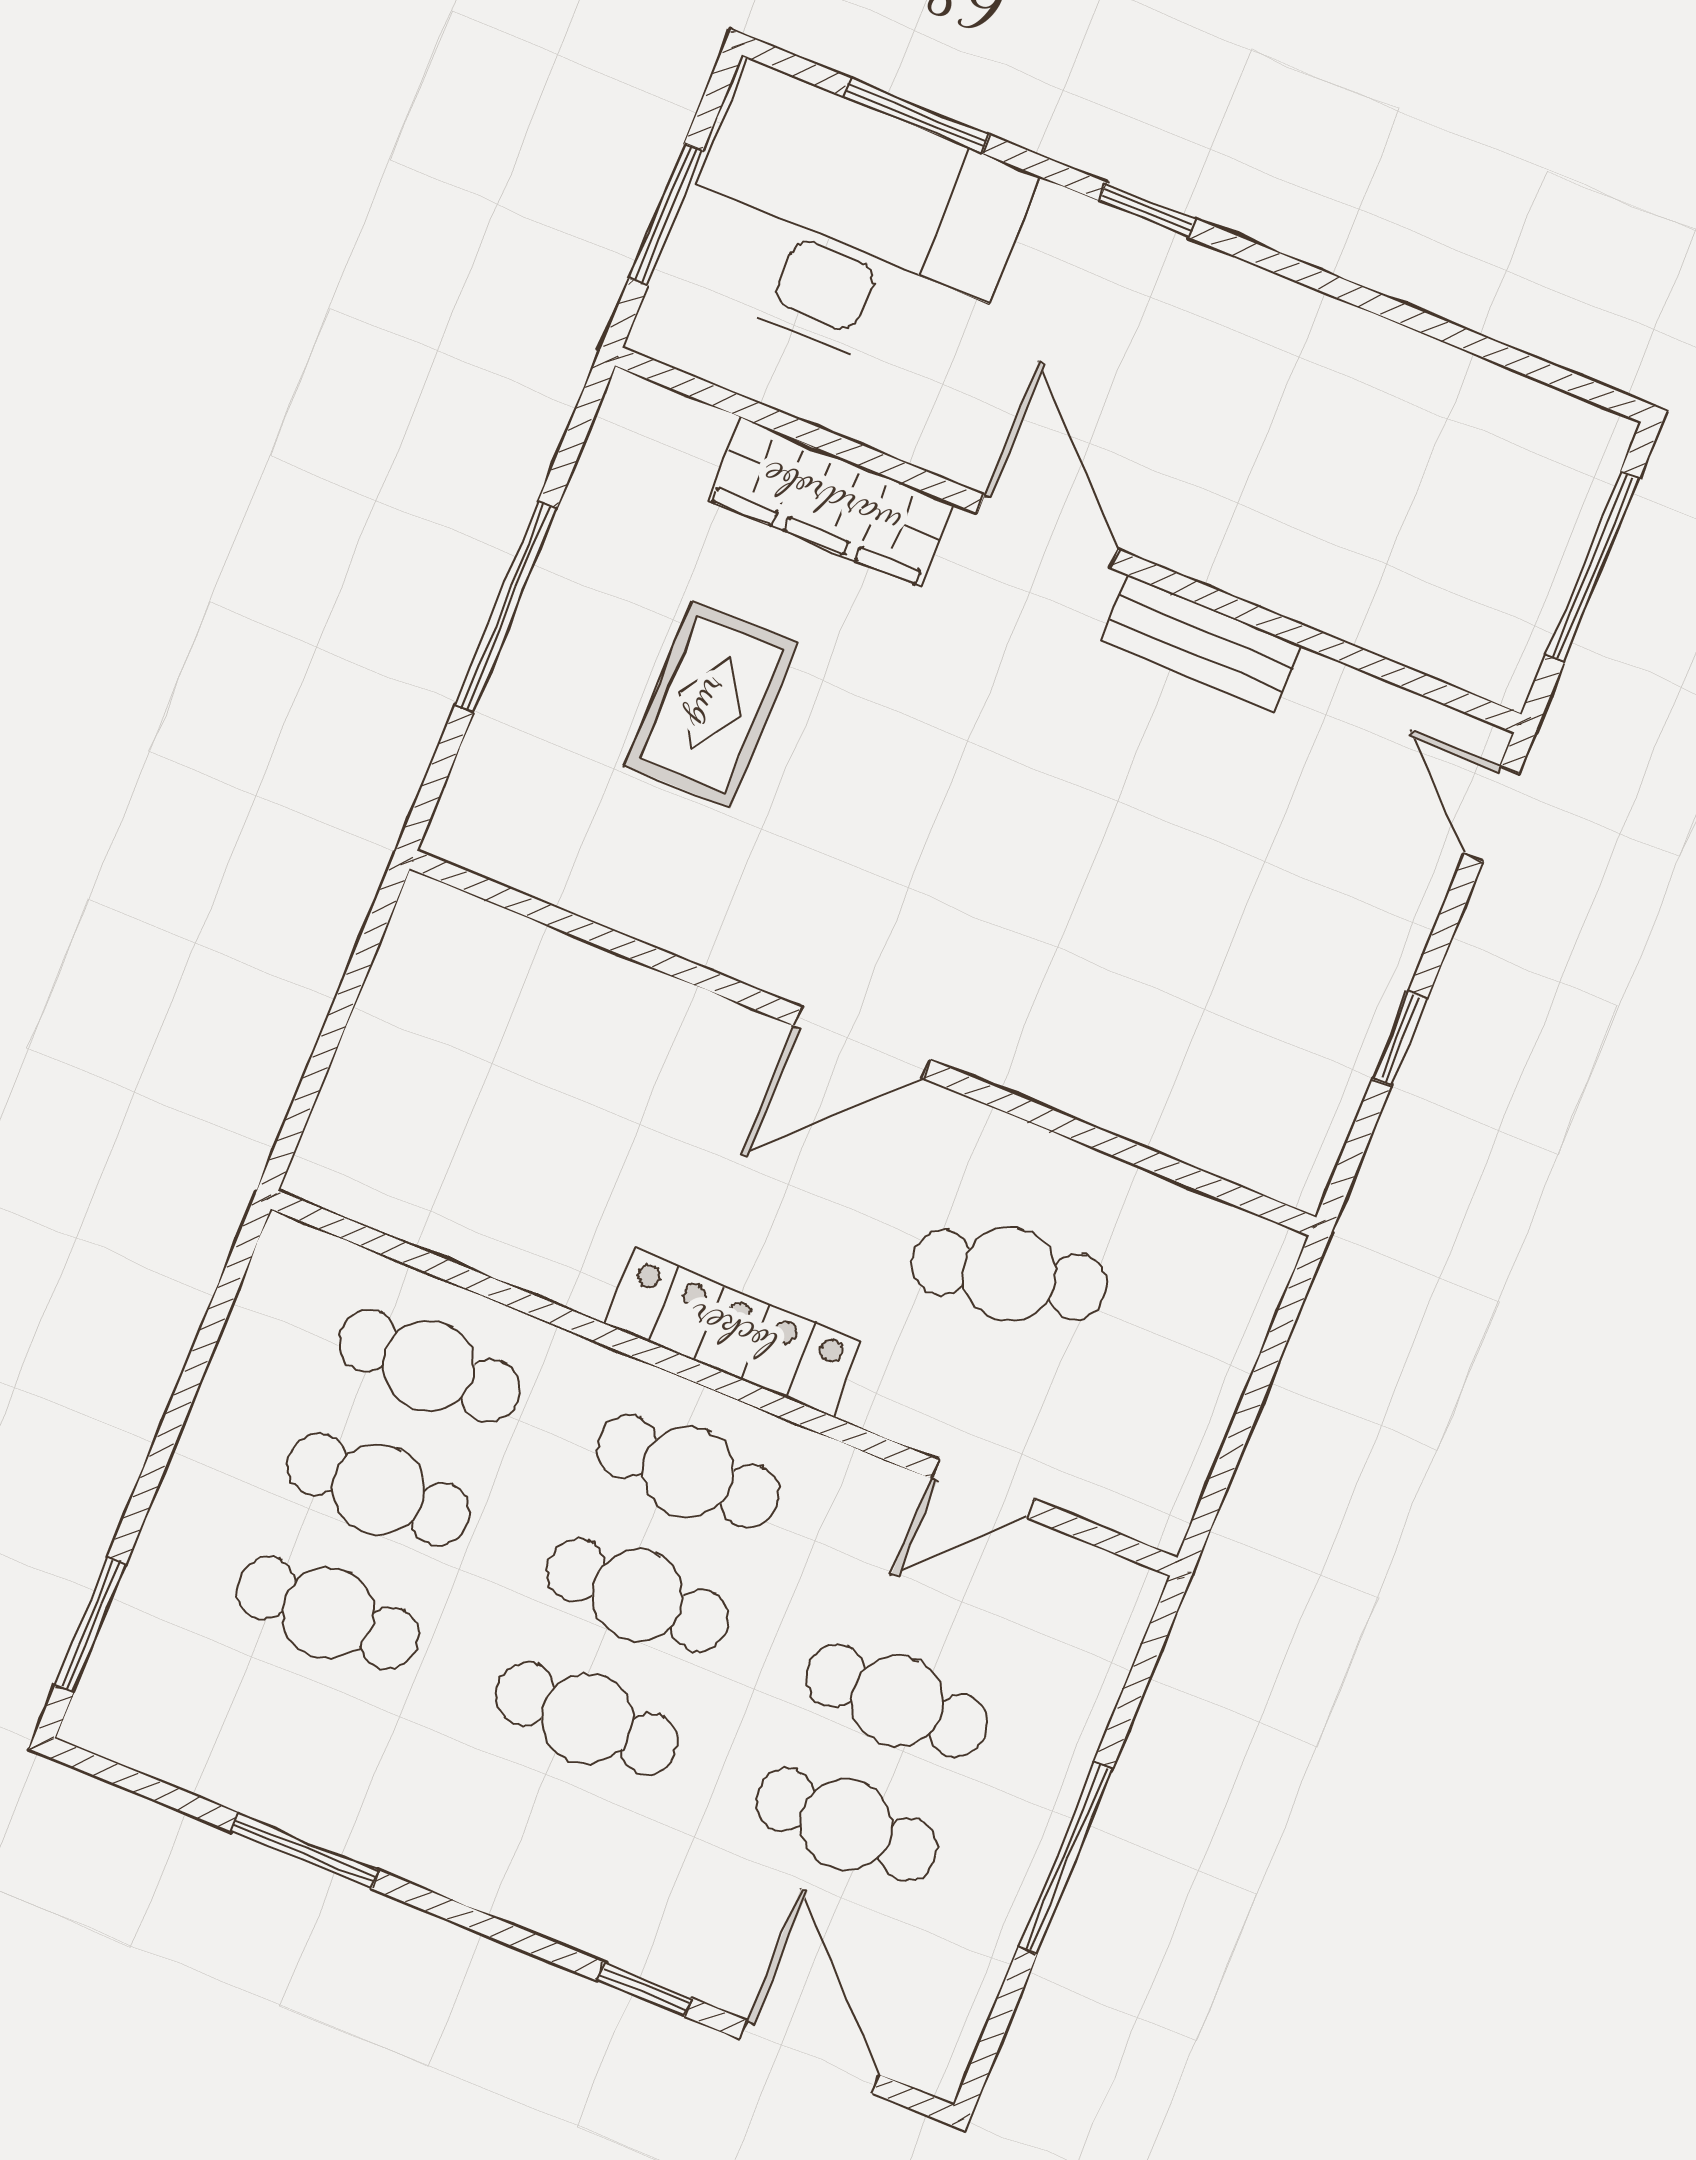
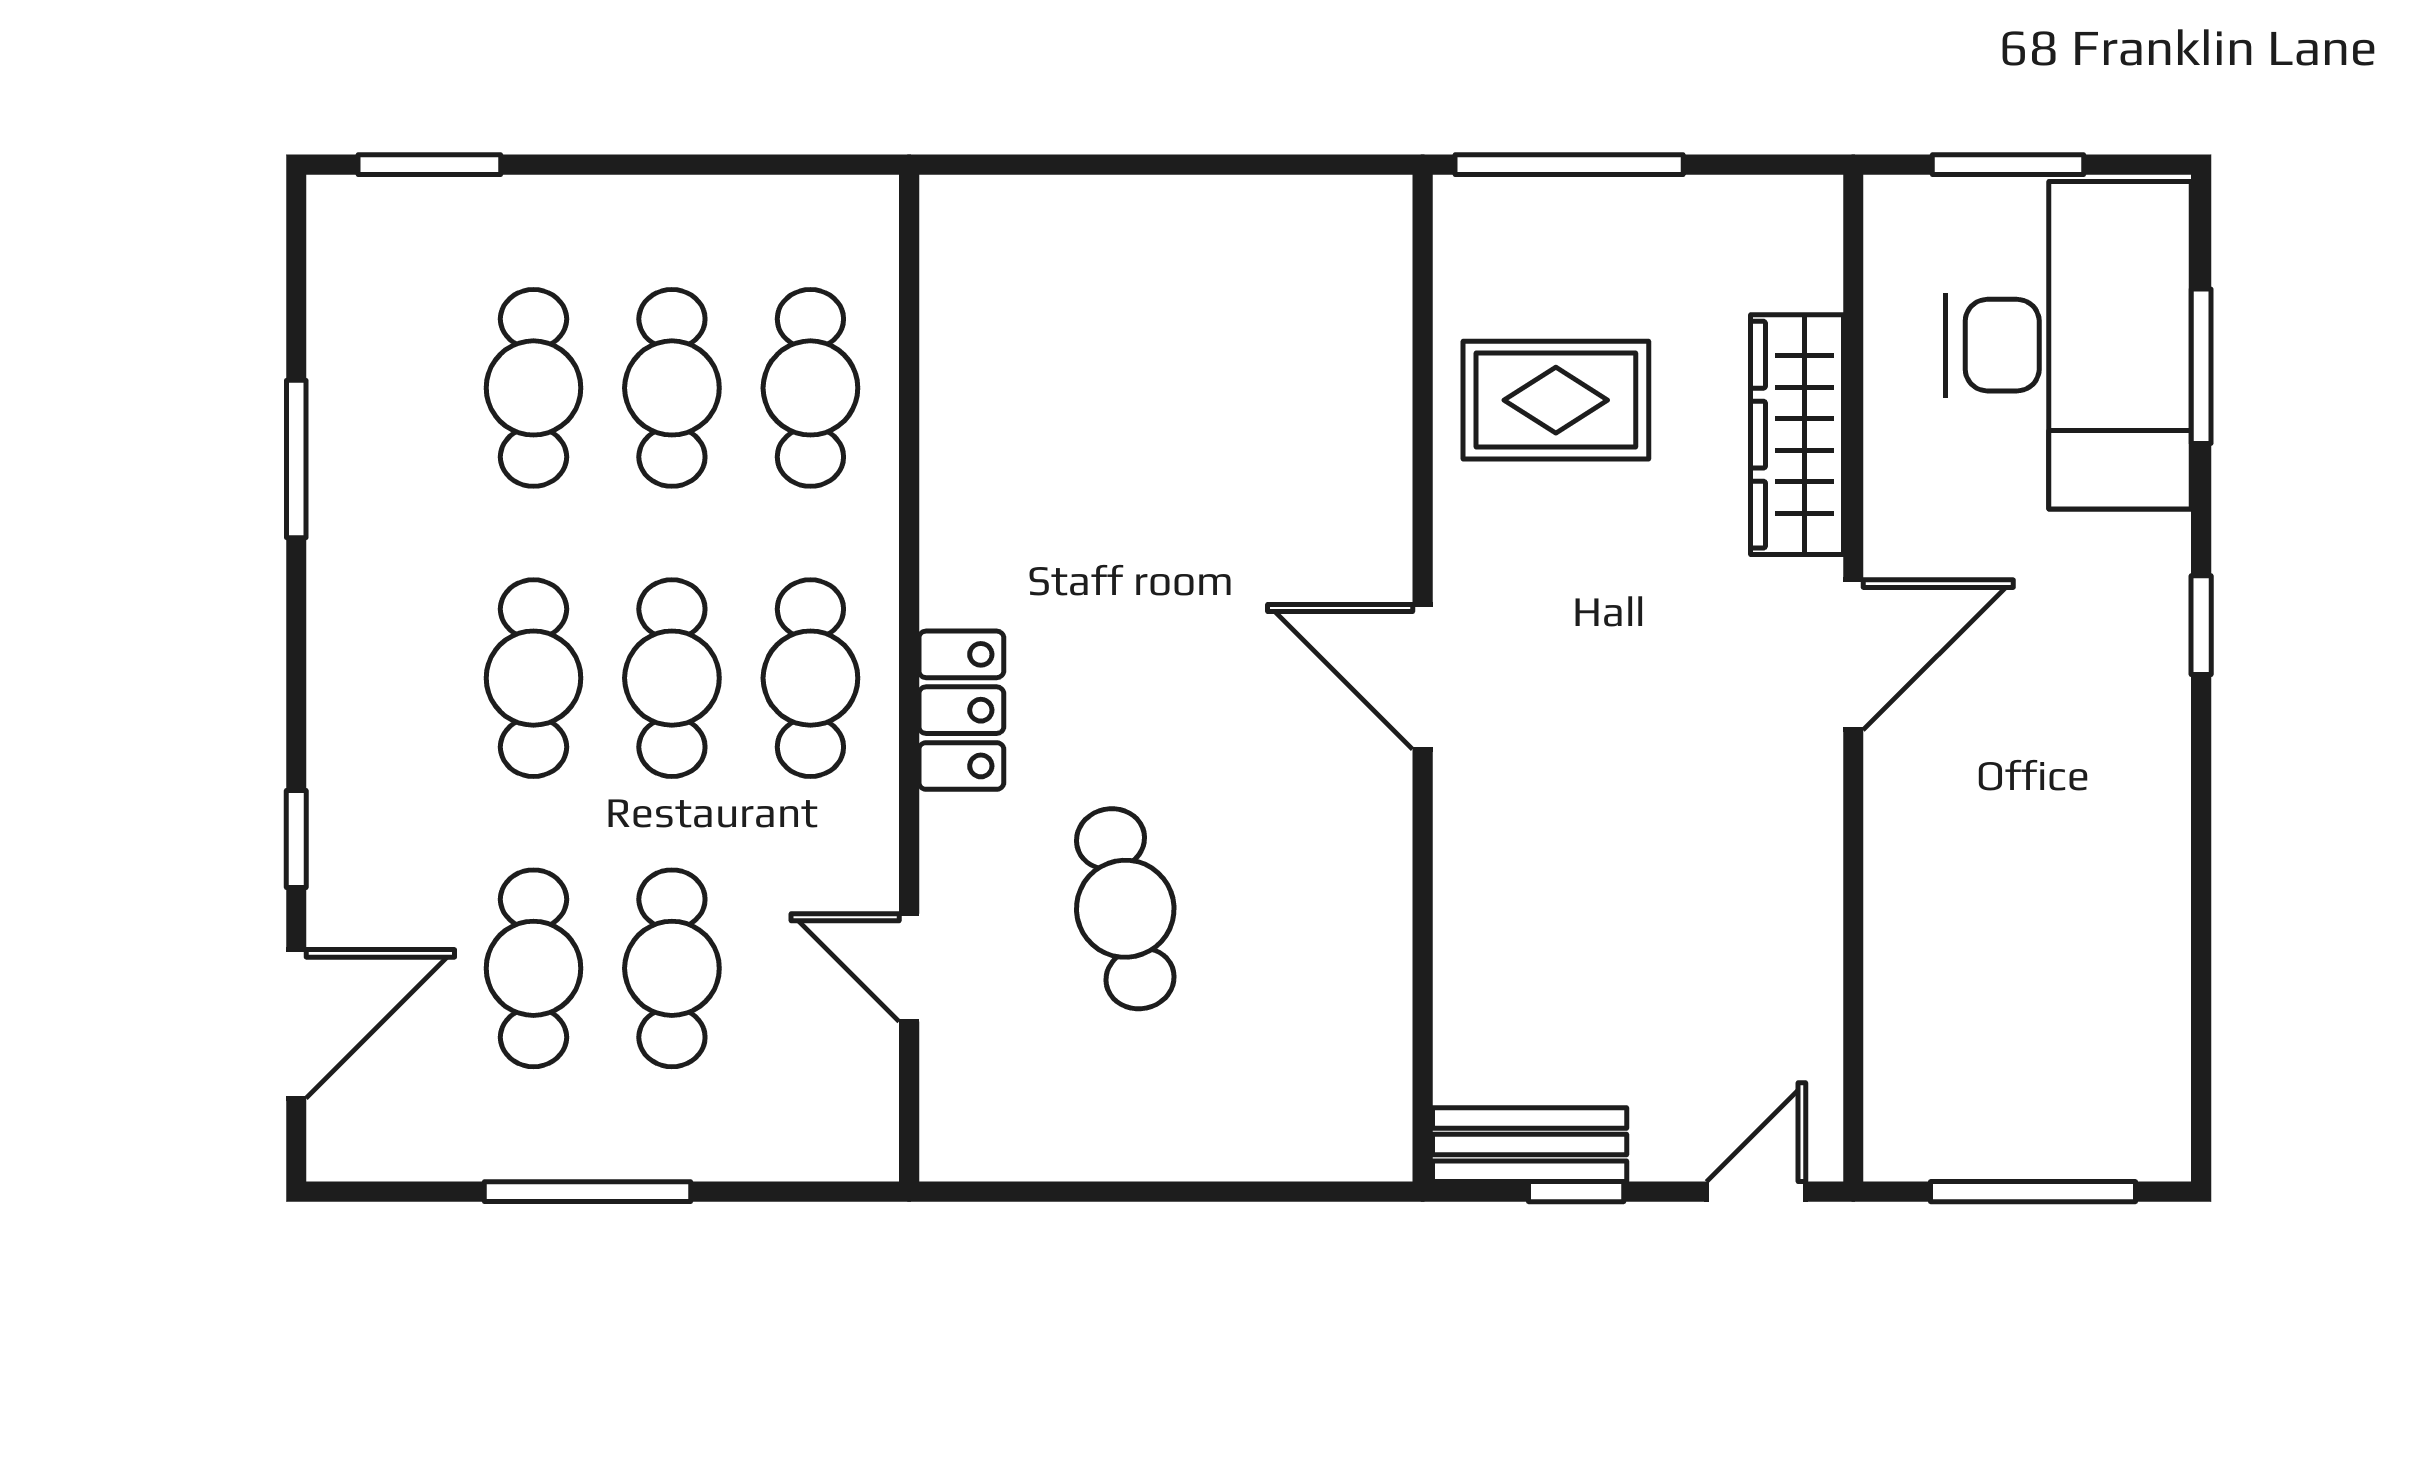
bench: (1201, 643) -> (1530, 1145), moved, turned 90
window: (1400, 1038) -> (1576, 1192), moved
door: (862, 1043) -> (1423, 677), moved
wall: (863, 1043) -> (1423, 678), moved
locker: (732, 1332) -> (961, 710), width x0.66

